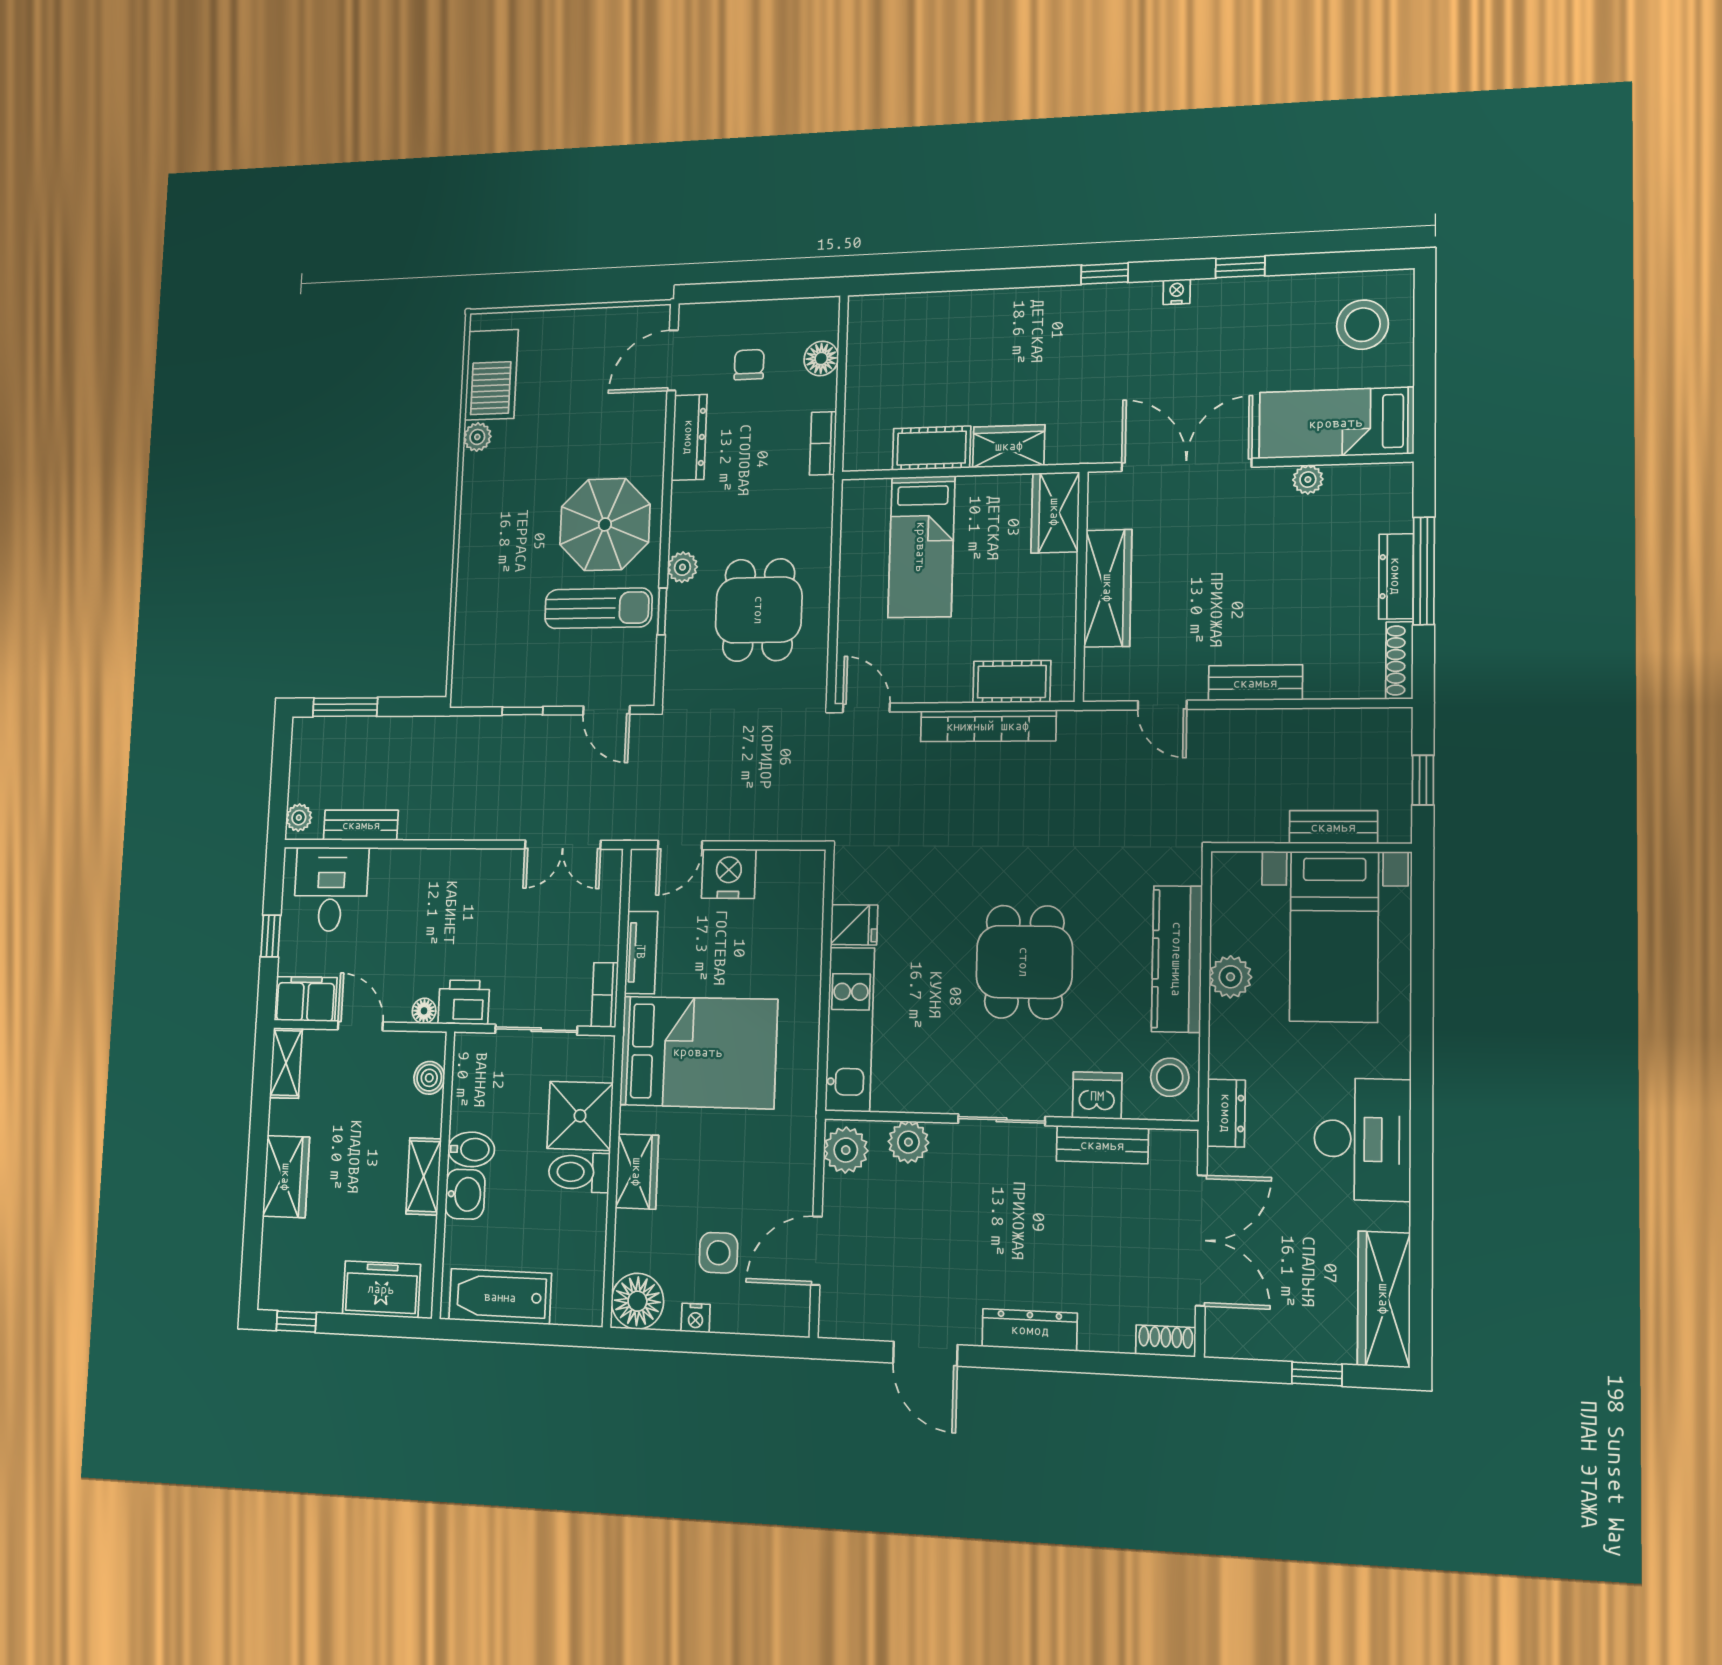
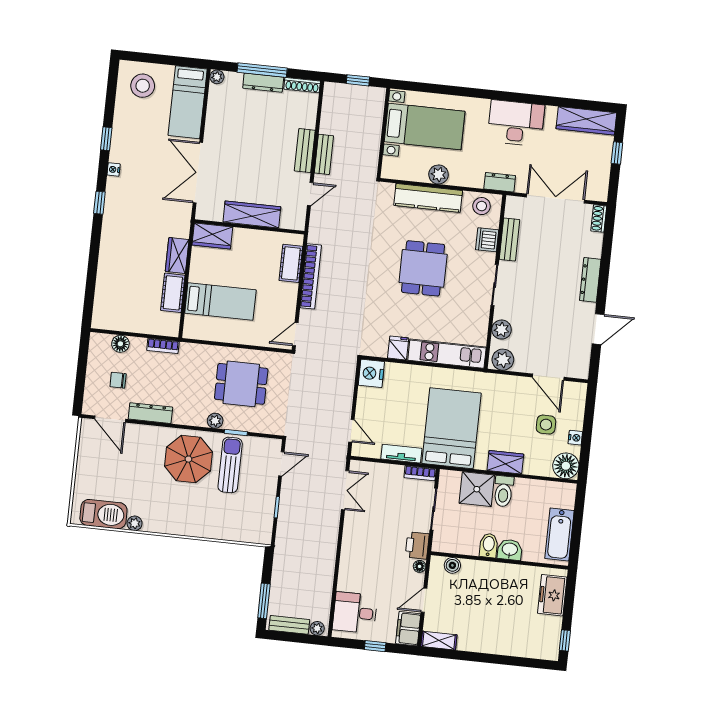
plant: (1308, 480) -> (217, 77), moved
bench: (361, 825) -> (289, 625), moved, turned 90
bench: (1333, 827) -> (324, 154), moved
nightstand: (729, 874) -> (371, 373), moved
dining table: (1024, 962) -> (423, 268), turned 90
shelving: (424, 1176) -> (500, 571), removed
wardrobe: (286, 1177) -> (495, 643), removed

